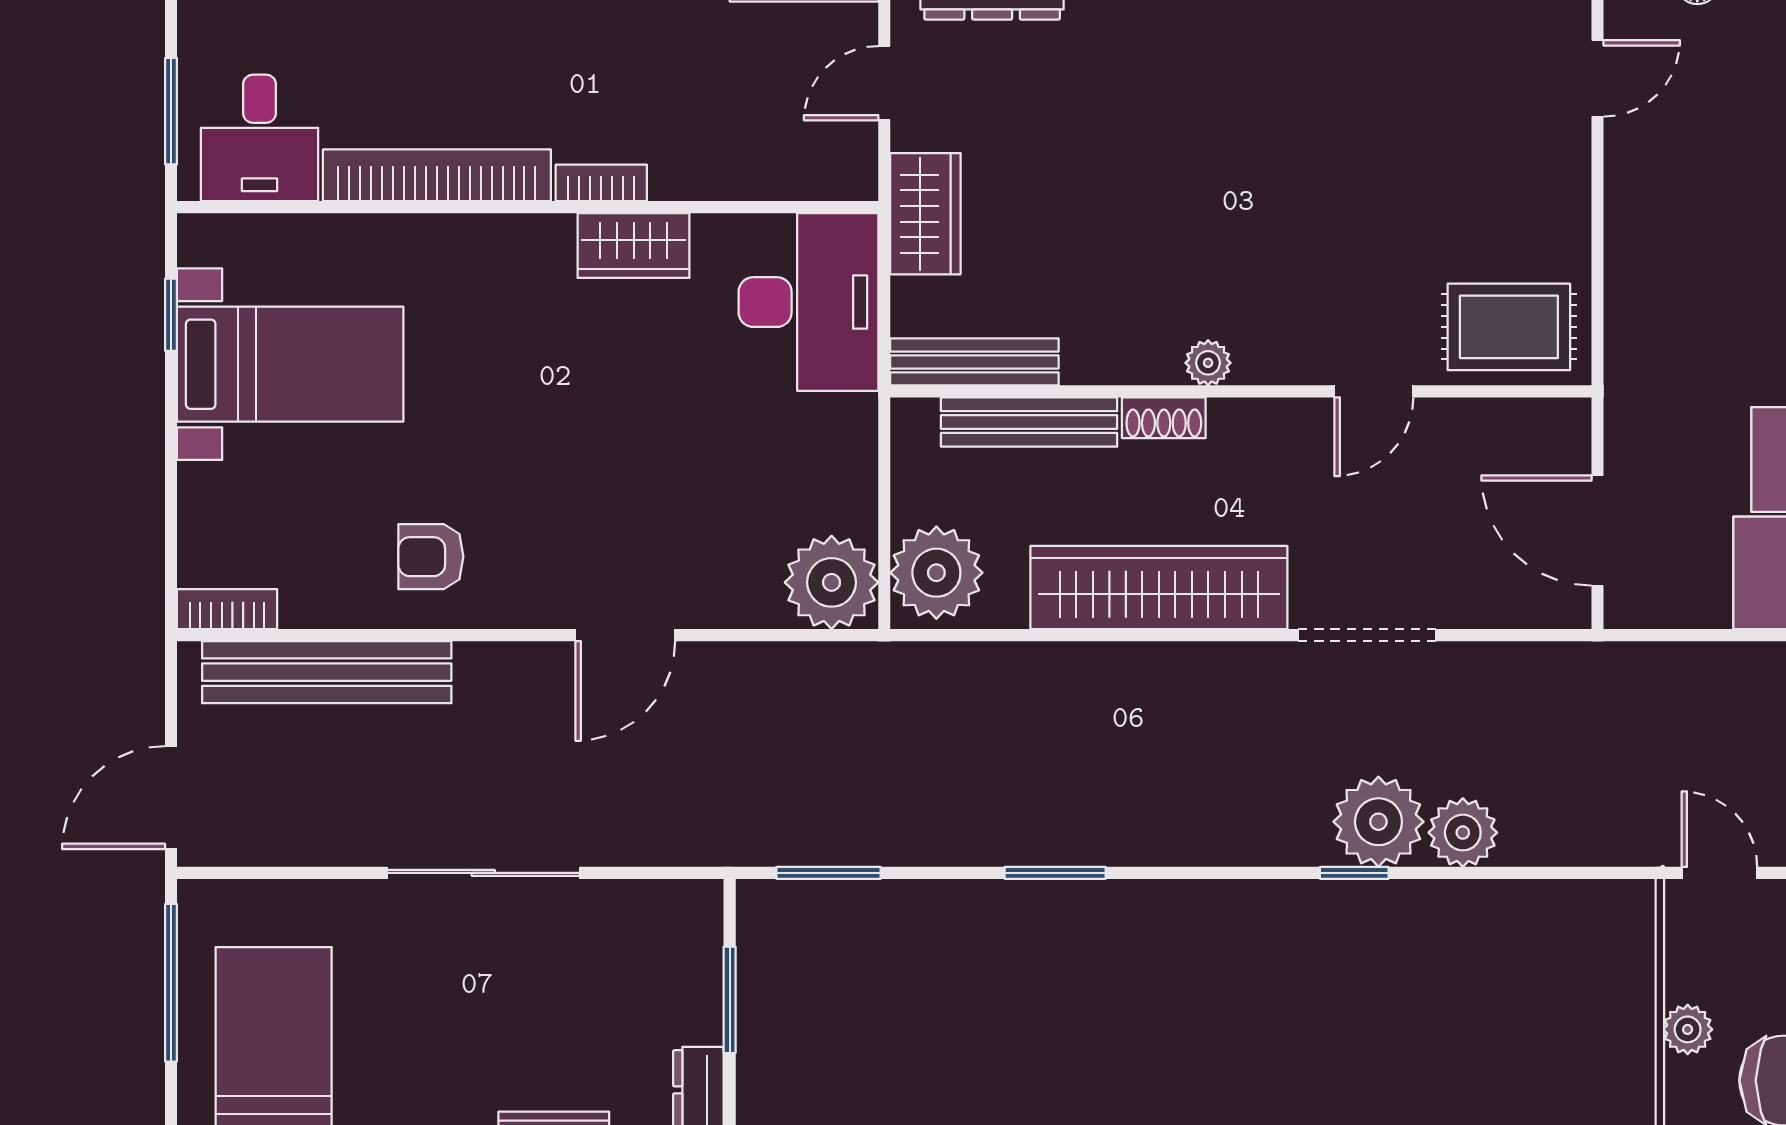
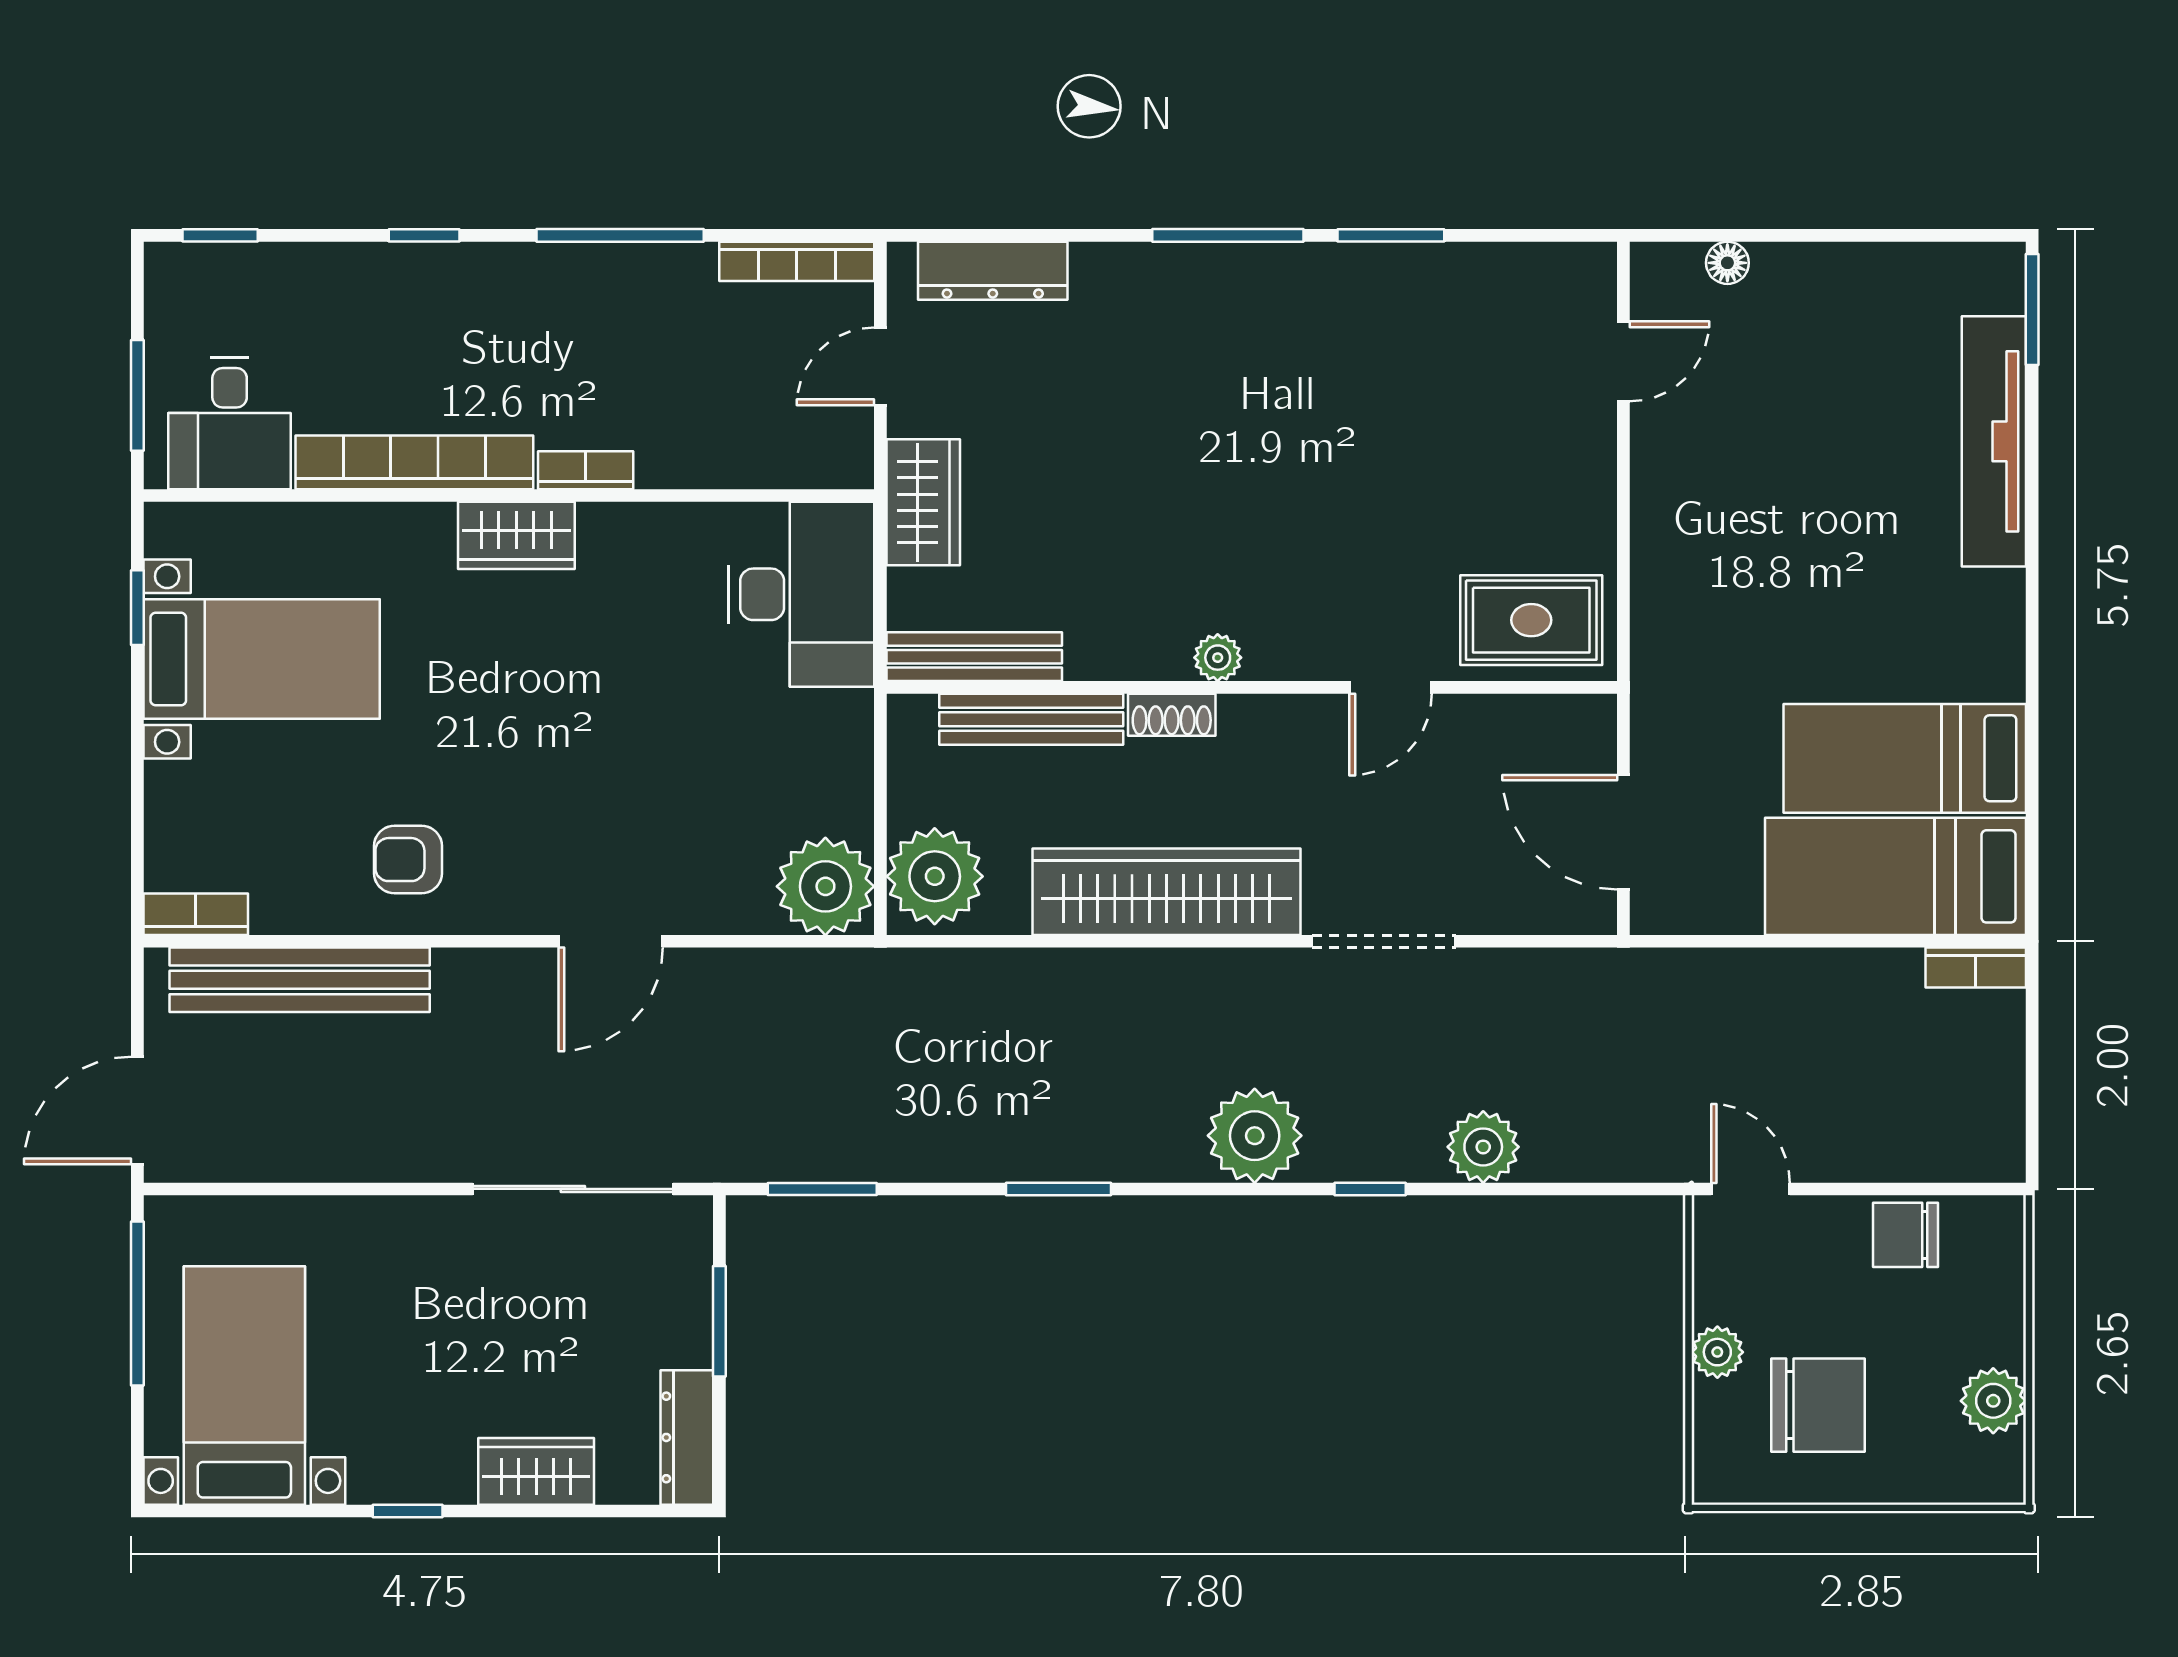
wardrobe: (634, 246) -> (516, 535), moved
plant: (1378, 822) -> (1255, 1136), moved
sliding door: (483, 873) -> (573, 1189), moved

